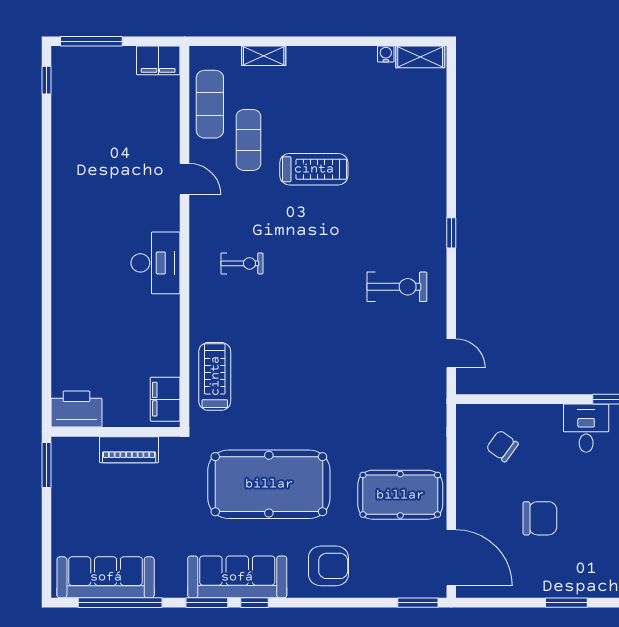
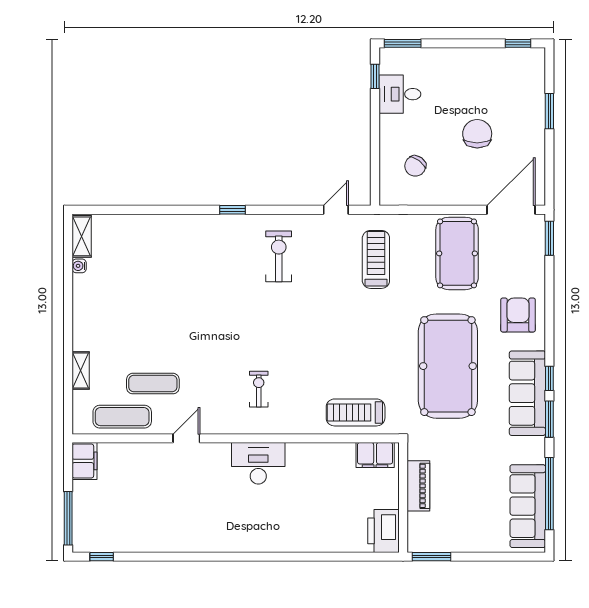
treadmill: (314, 169) -> (376, 259), moved

